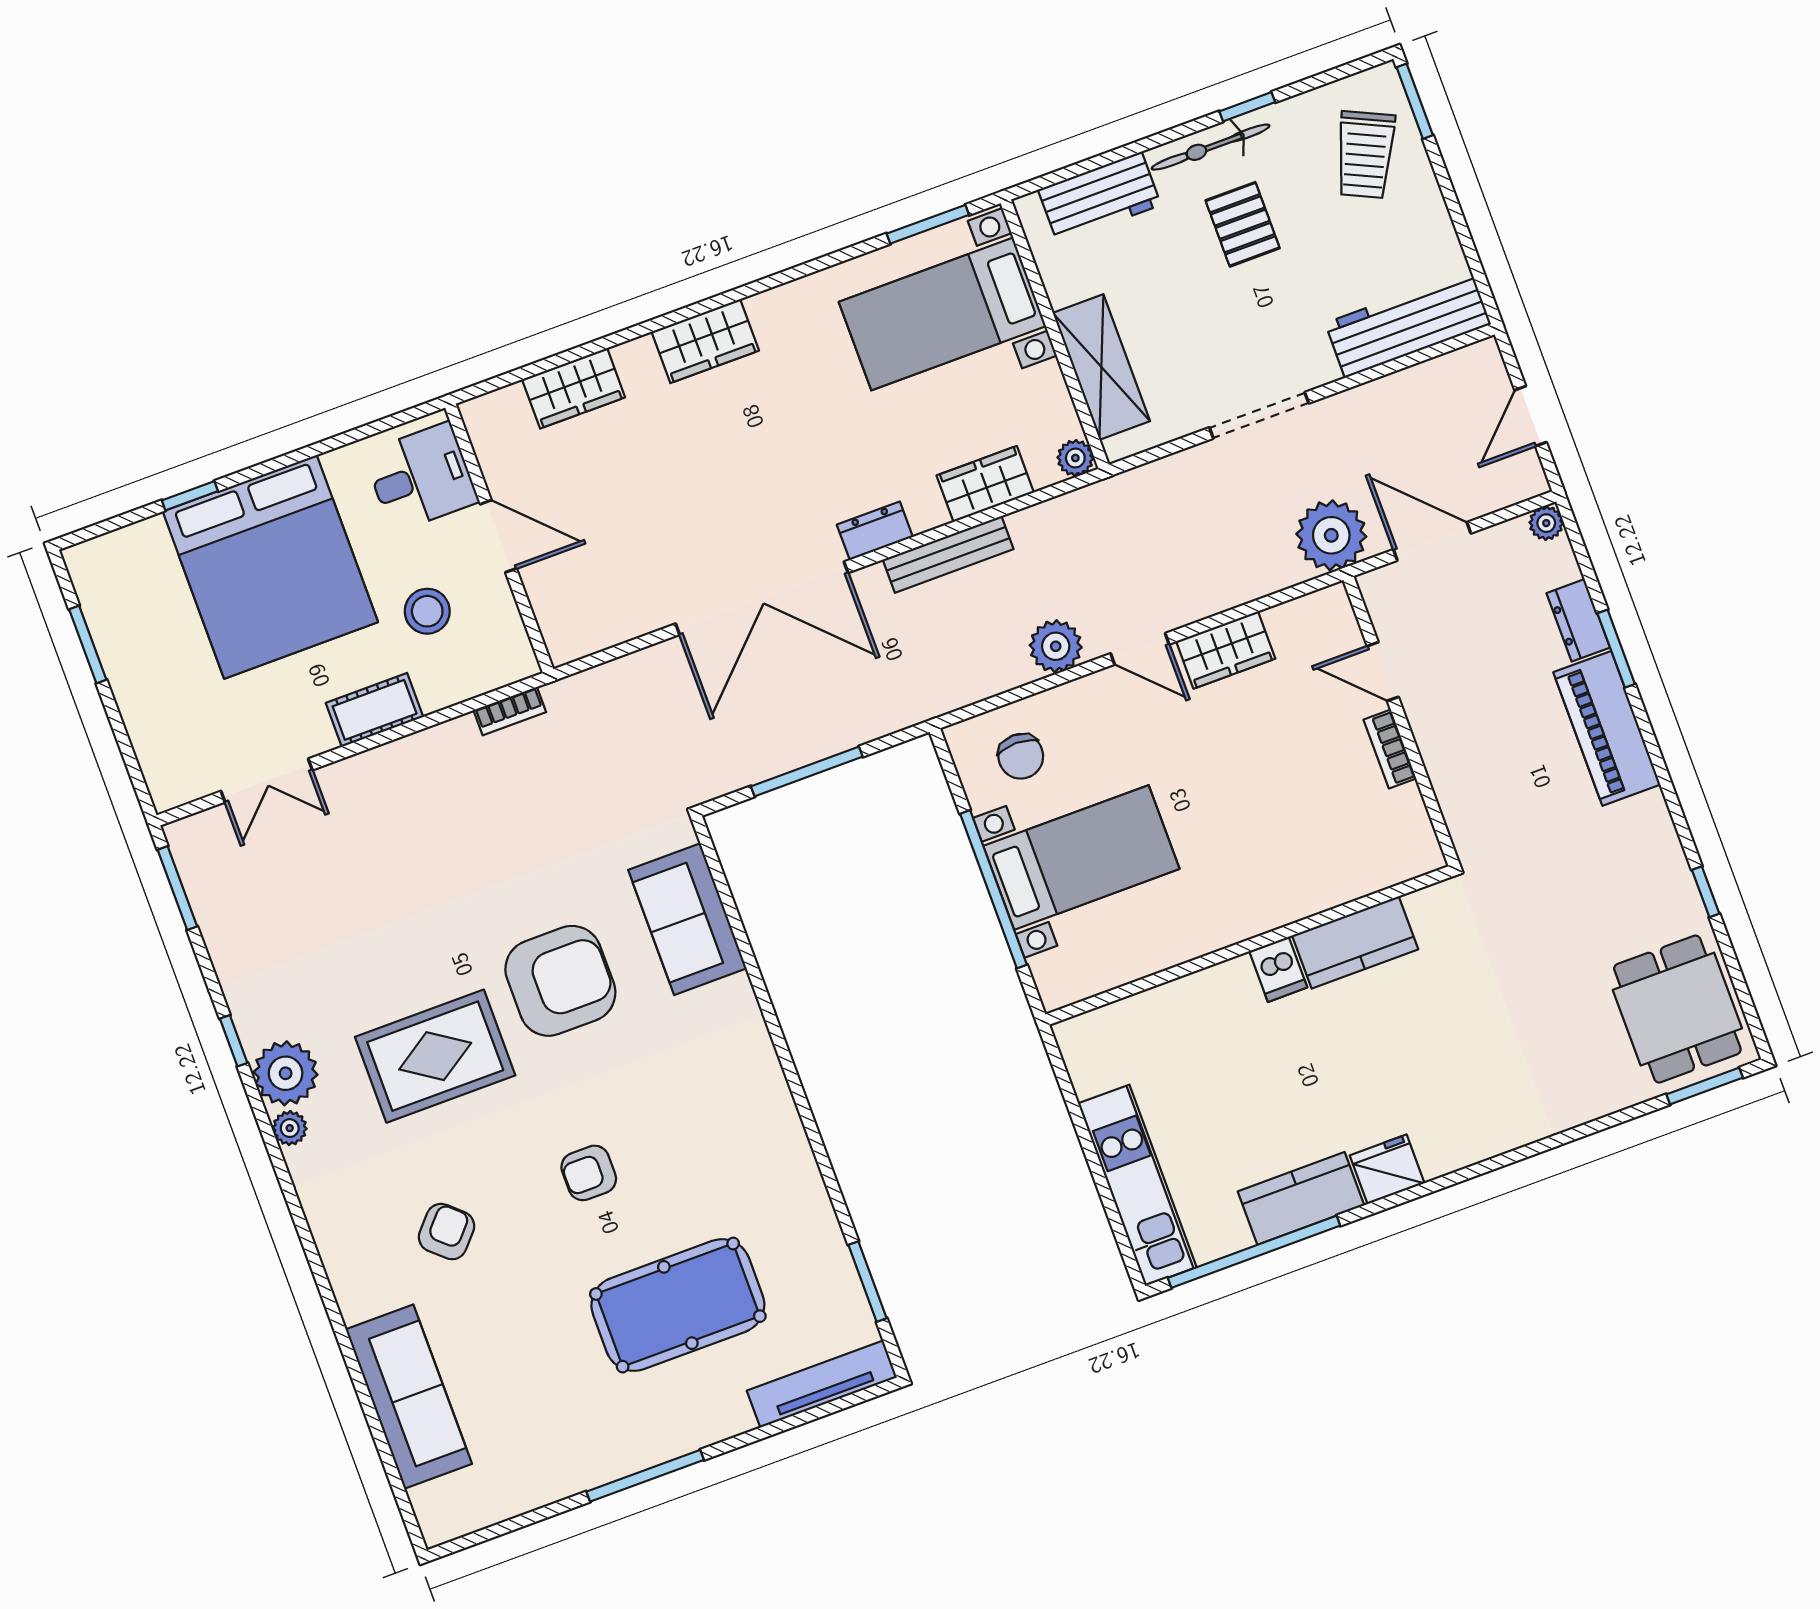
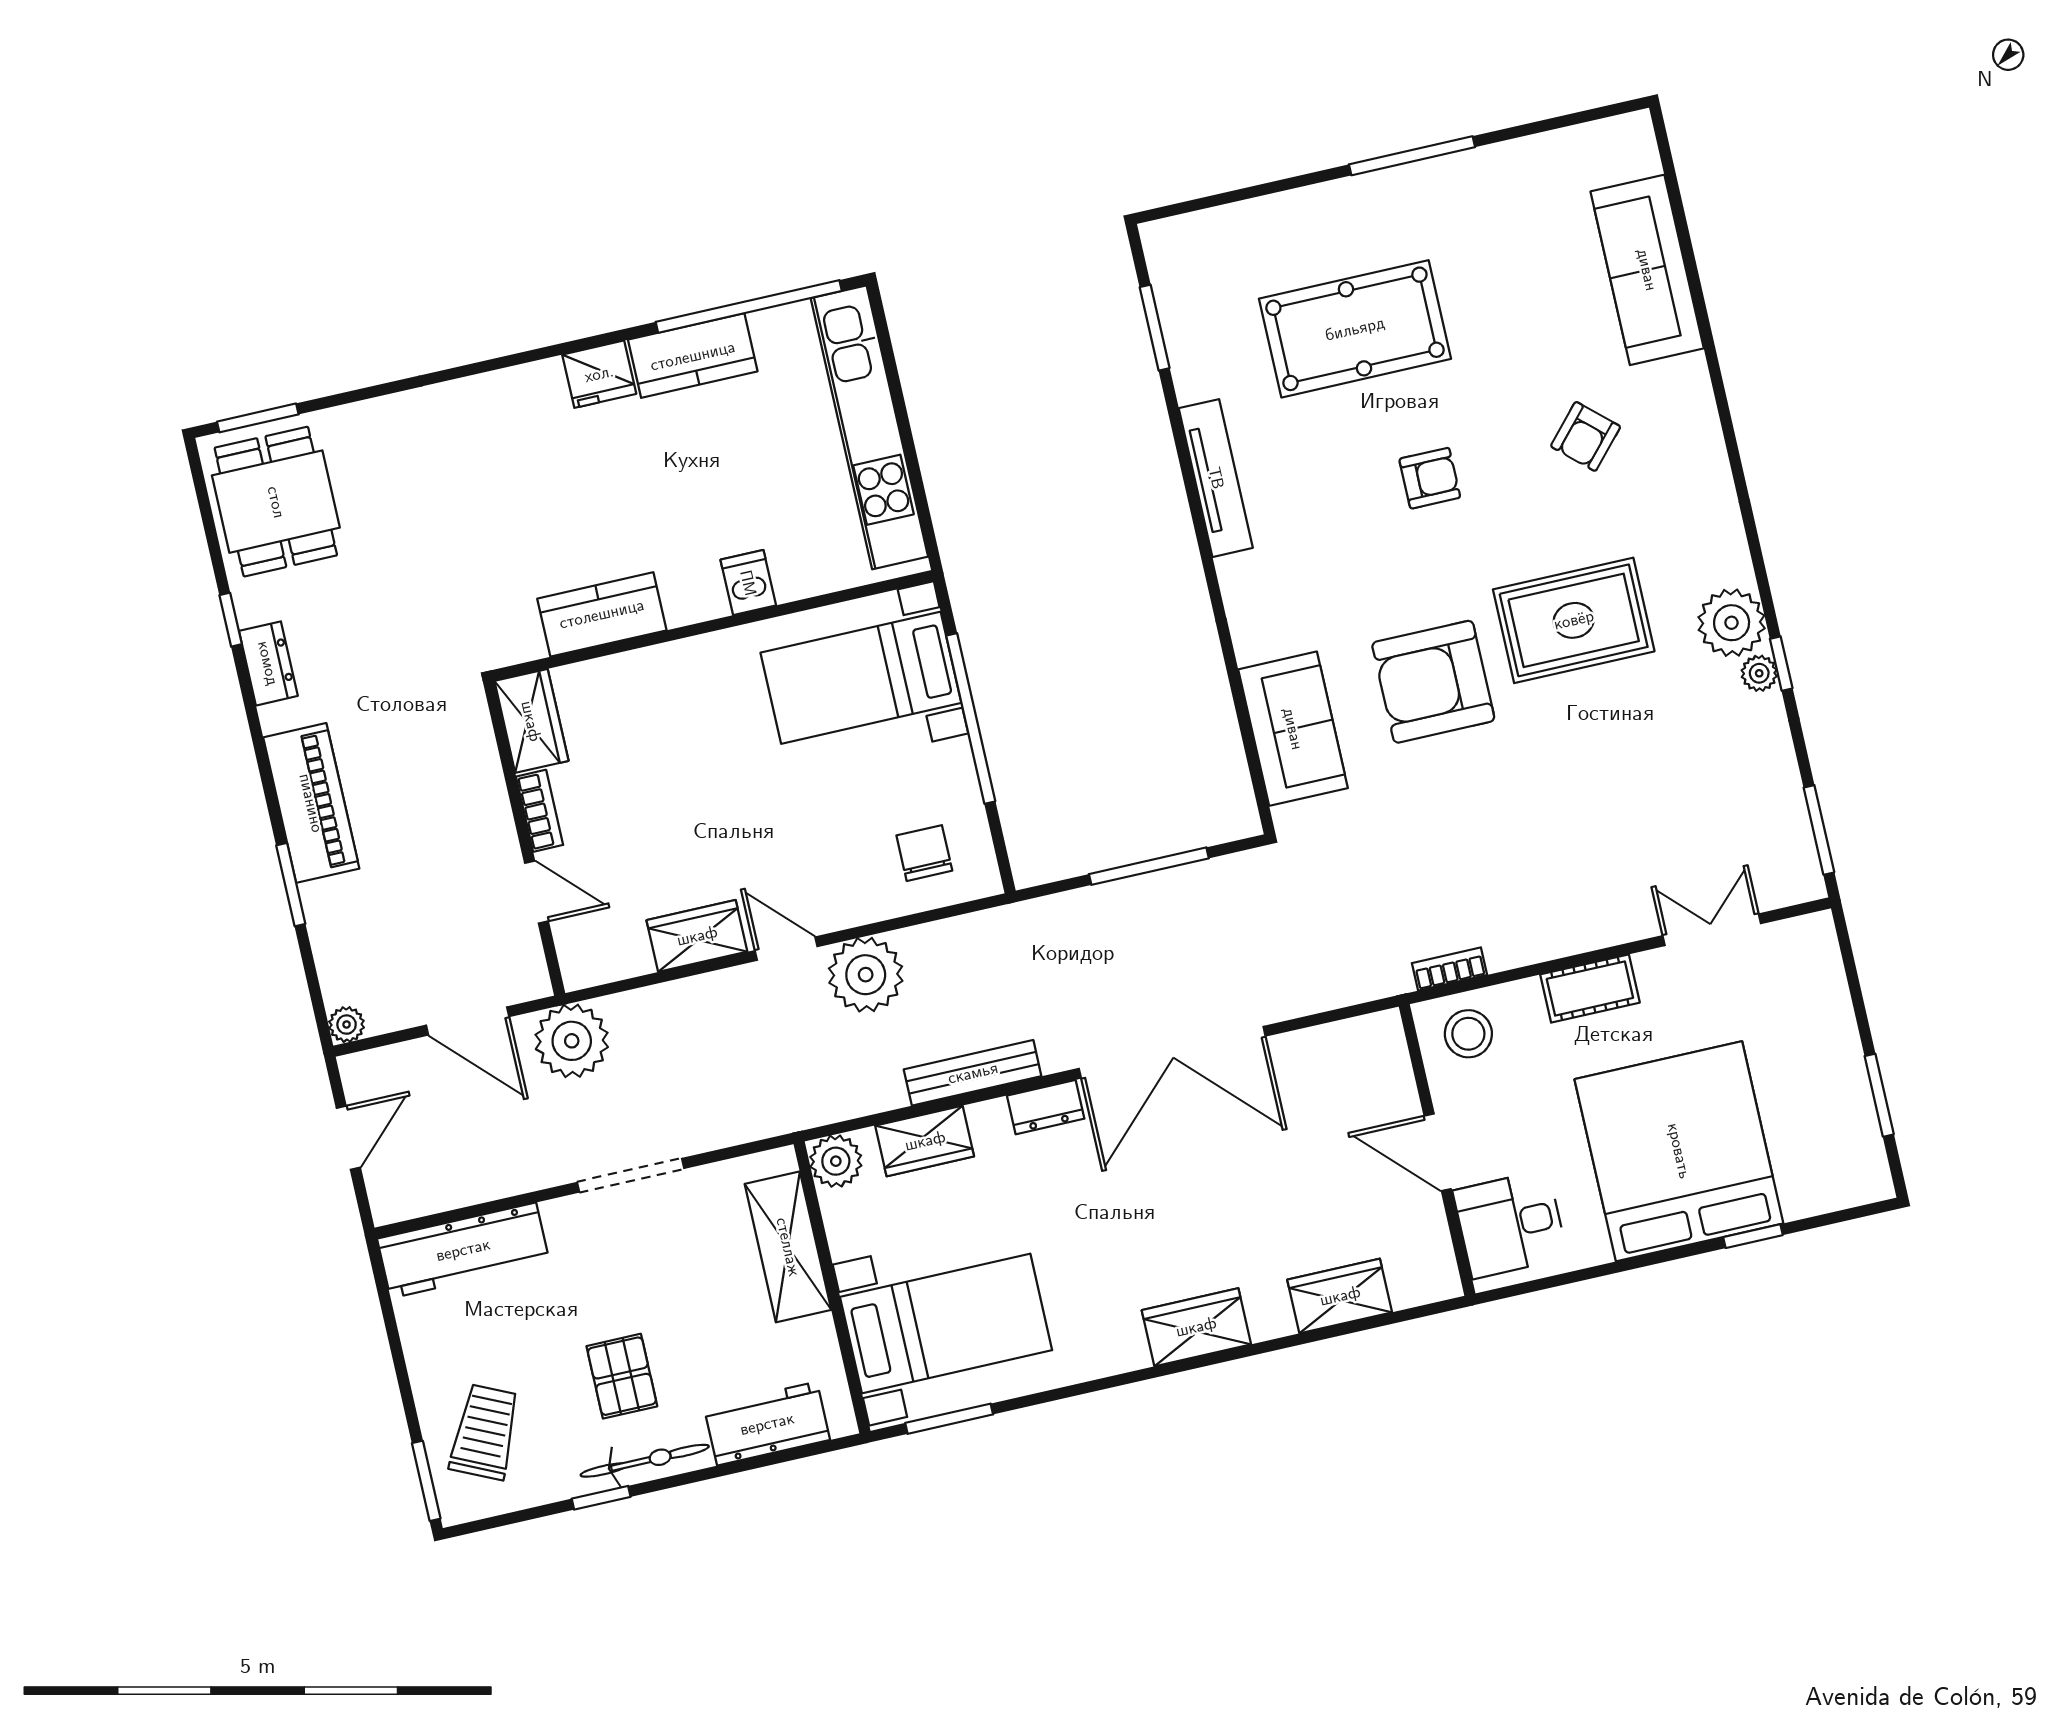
plant: (1075, 458) -> (836, 1161), width x1.38, depth x1.38
double door: (762, 598) -> (1172, 1052), swing flipped
stool: (427, 611) -> (1468, 1034), moved
dresser: (1578, 620) -> (268, 663), moved
plant: (1056, 646) -> (866, 975), width x1.36, depth x1.36
wardrobe: (1409, 833) -> (531, 721), added
bed with nightstands: (1081, 857) -> (861, 678), moved
dishwasher: (1278, 969) -> (748, 583), moved
plant: (290, 1128) -> (1759, 673), moved
kitchen unit: (1137, 1185) -> (869, 427), width x1.36
tv unit: (822, 1384) -> (1216, 478), moved, turned -90

